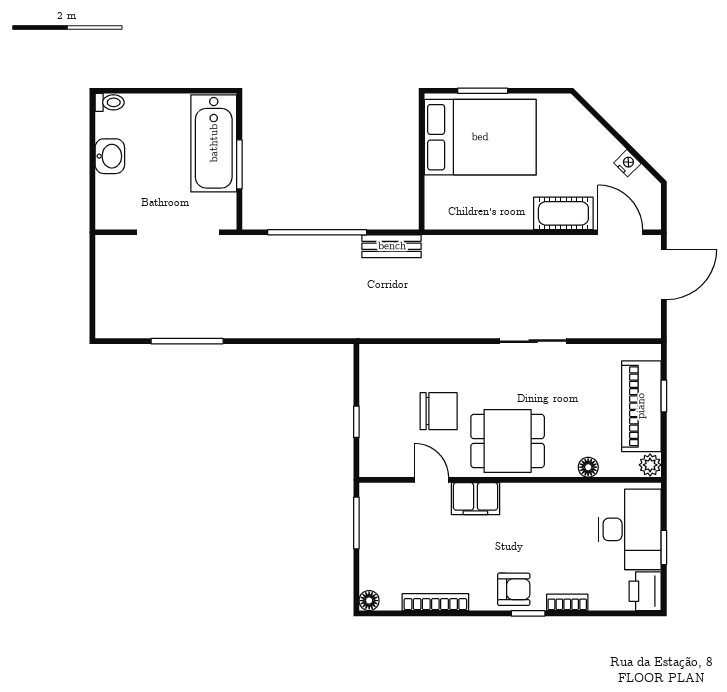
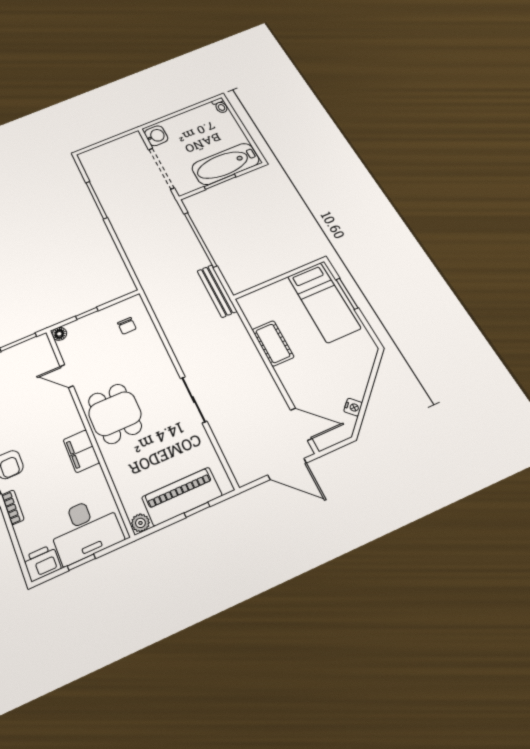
bed: (480, 137) -> (324, 302), width x0.67
washbasin: (110, 156) -> (156, 136), moved, turned -90
cot: (563, 213) -> (273, 343), moved
door: (620, 232) -> (301, 424), hinge flipped
bench: (392, 246) -> (217, 291), width x1.36
chair: (439, 411) -> (127, 326), moved, width x0.54, depth x0.54
floor lamp: (588, 467) -> (59, 334), moved
door: (432, 480) -> (67, 376), swing flipped
filing cabinet: (475, 499) -> (81, 451), moved

